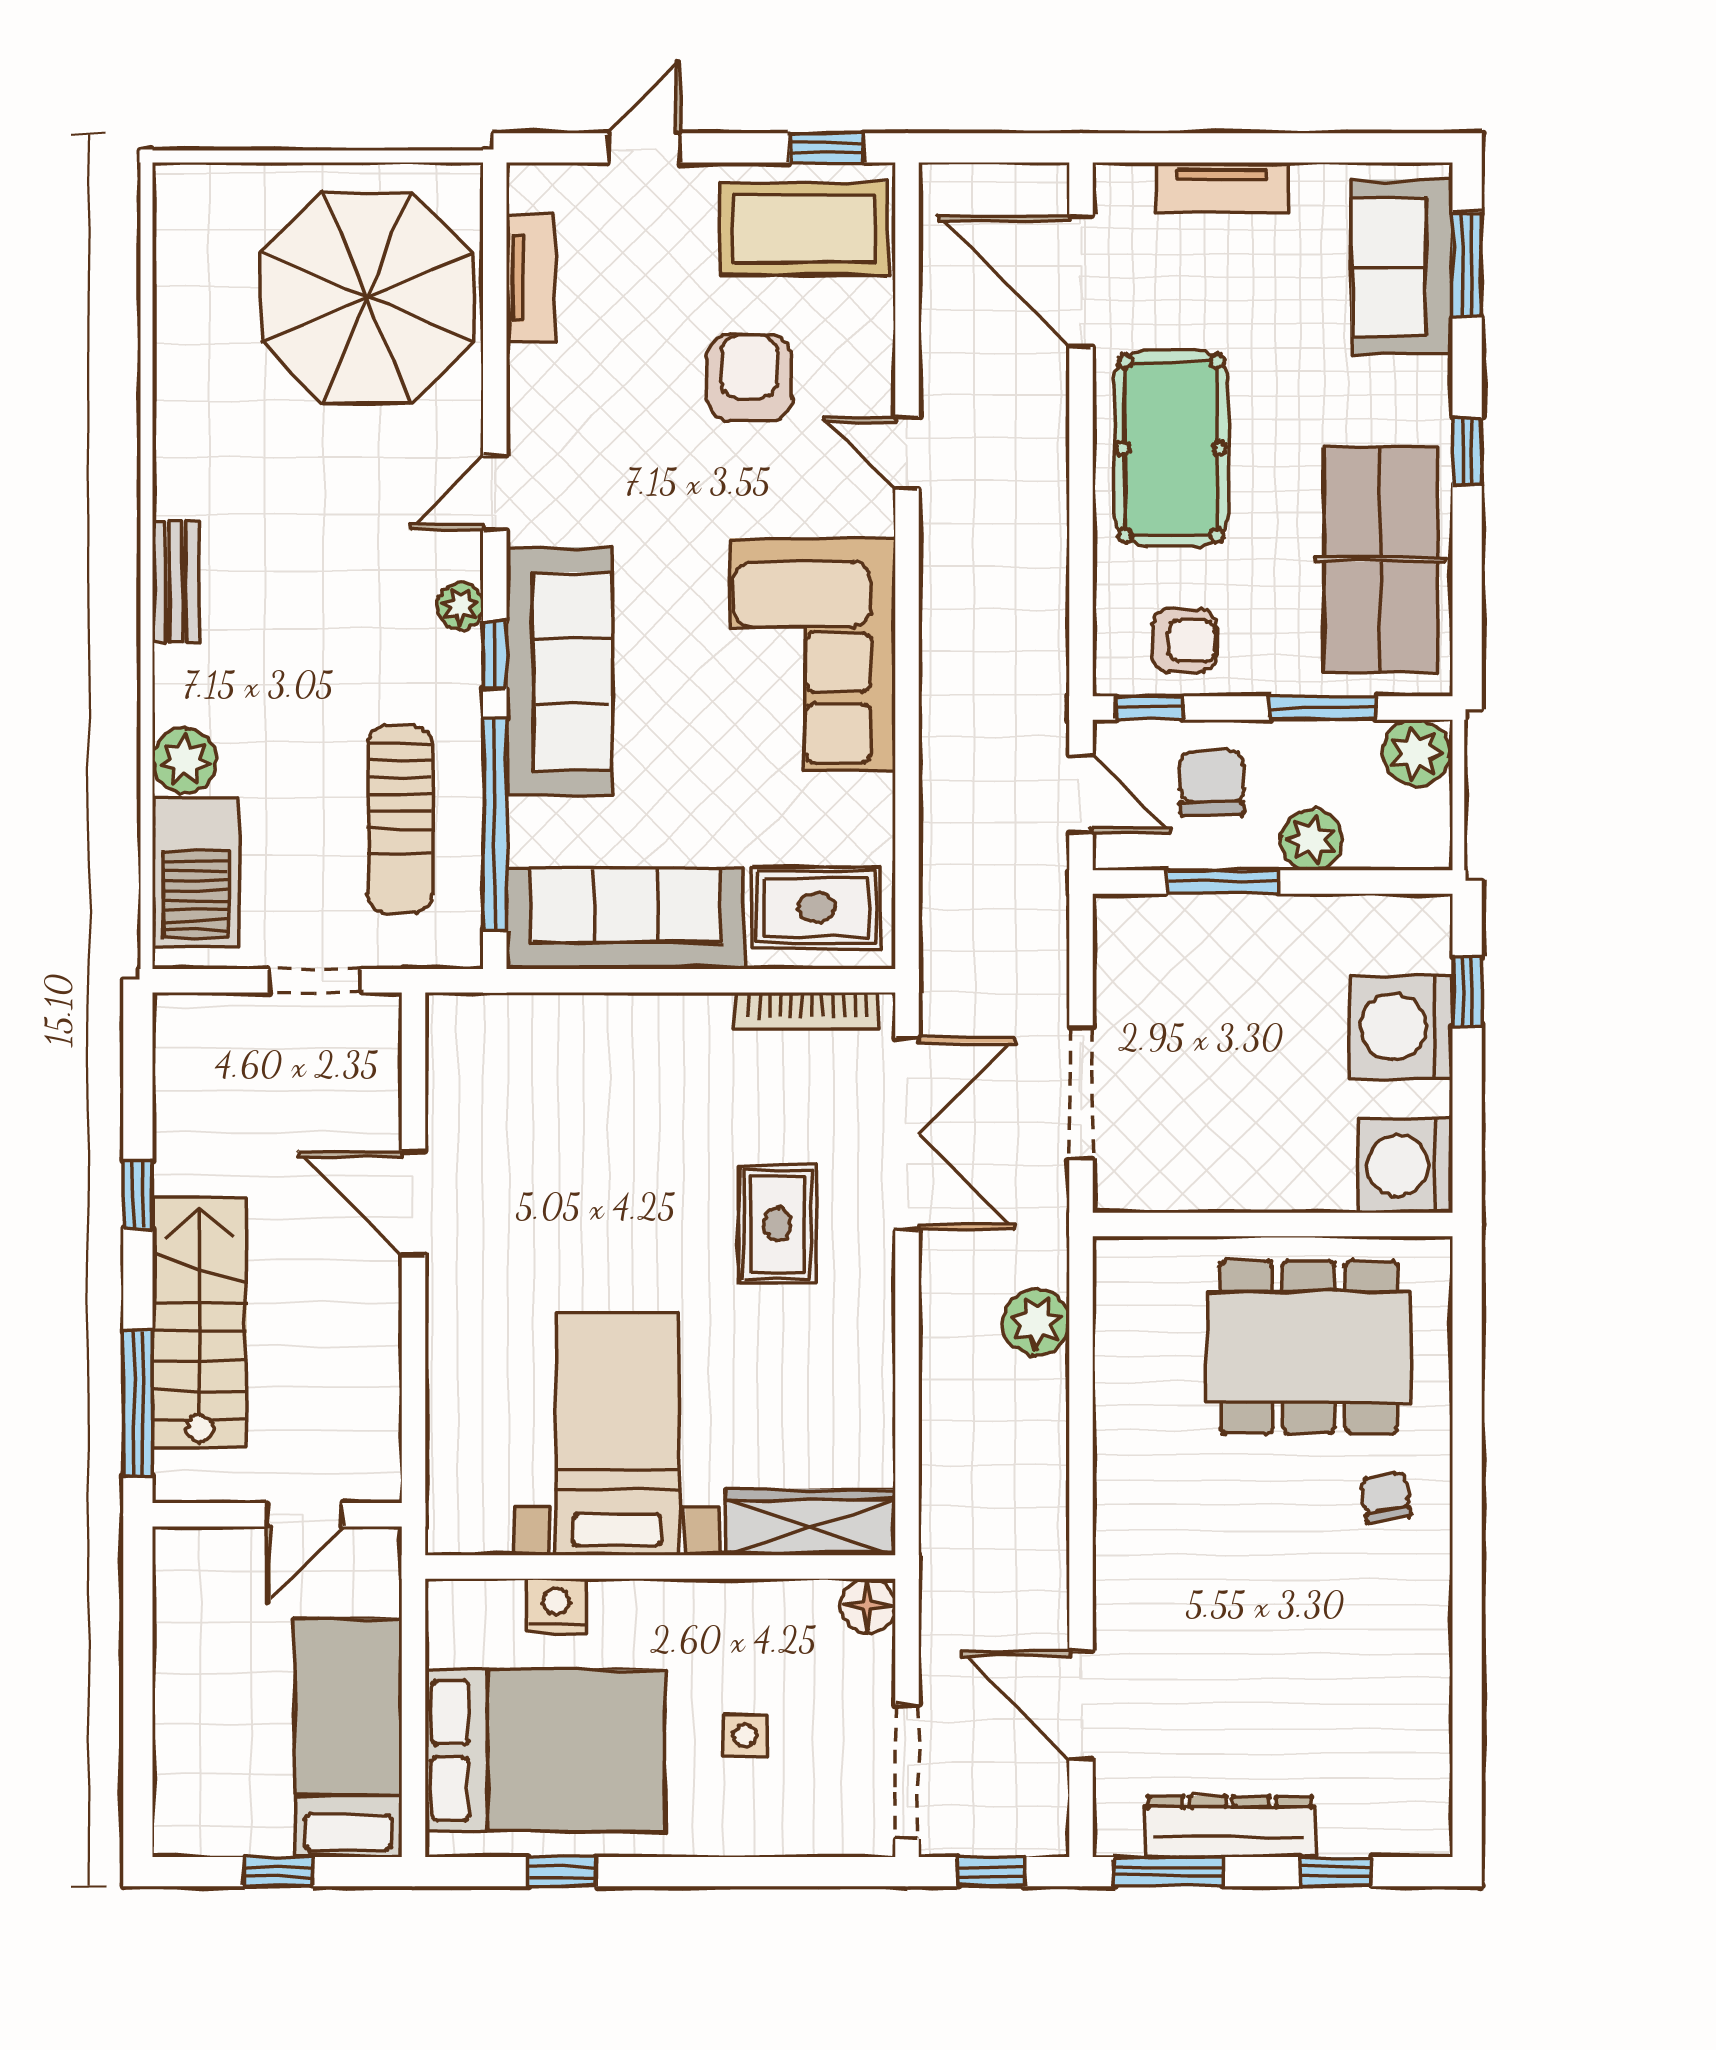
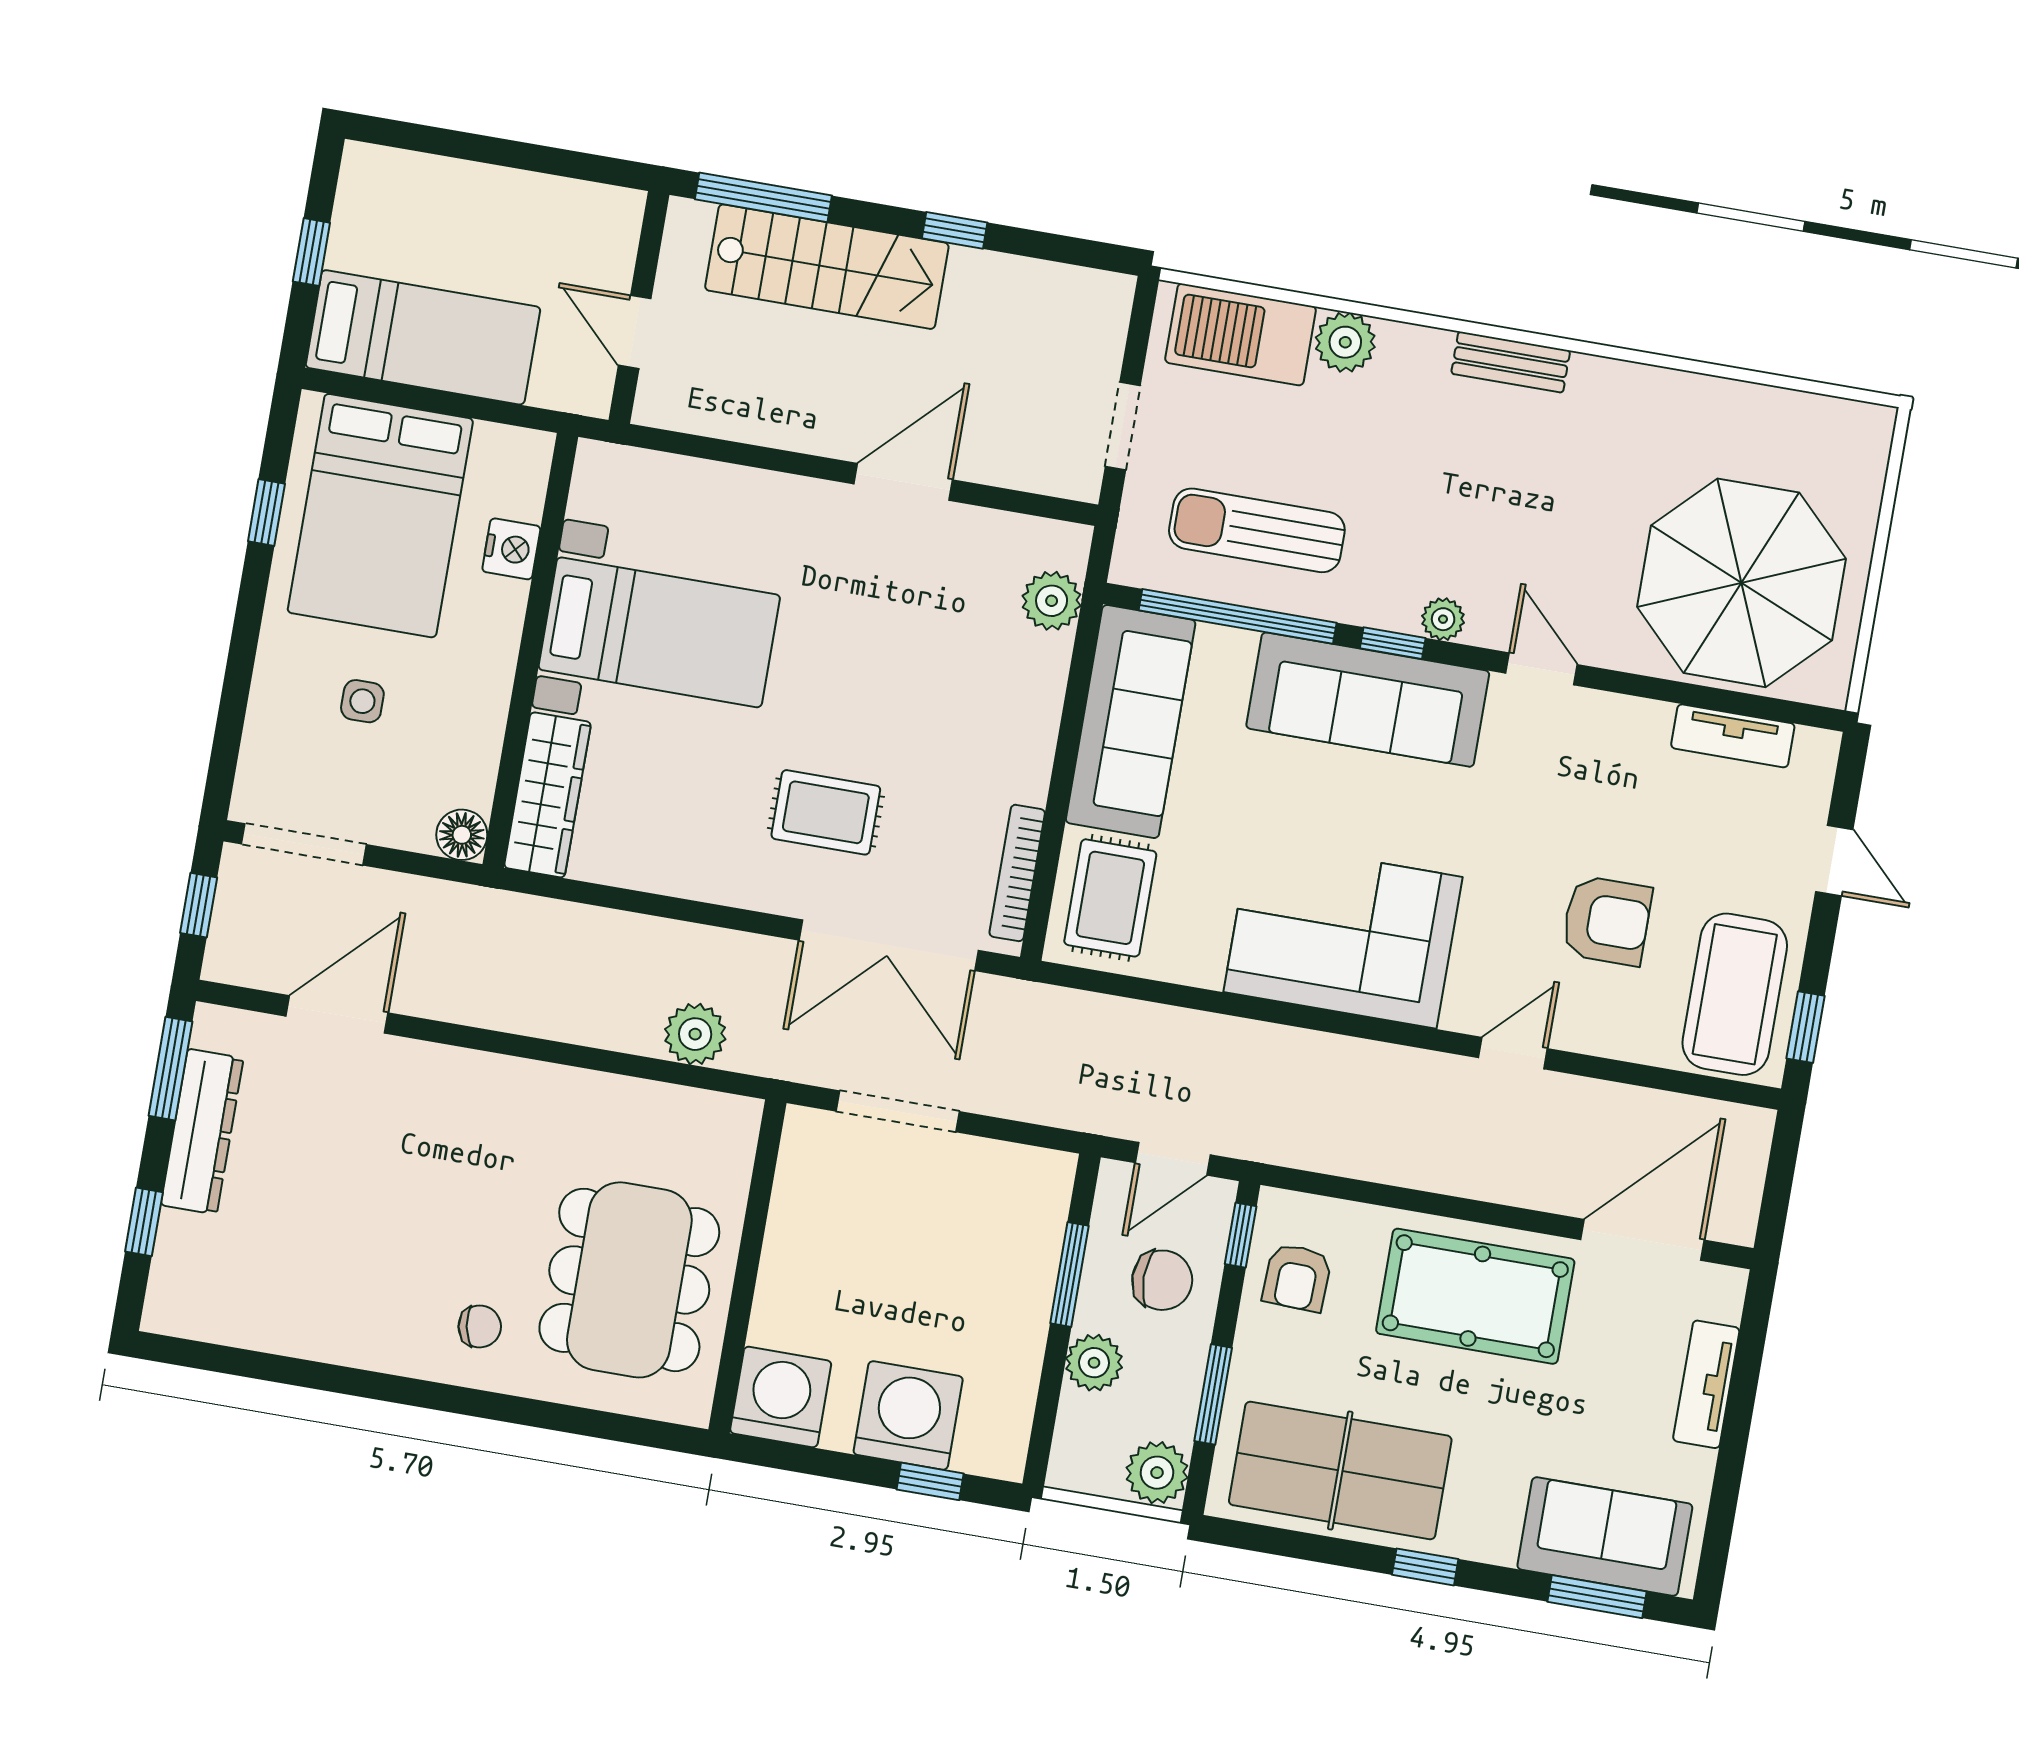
plant: (512, 1024) -> (1052, 601), added

